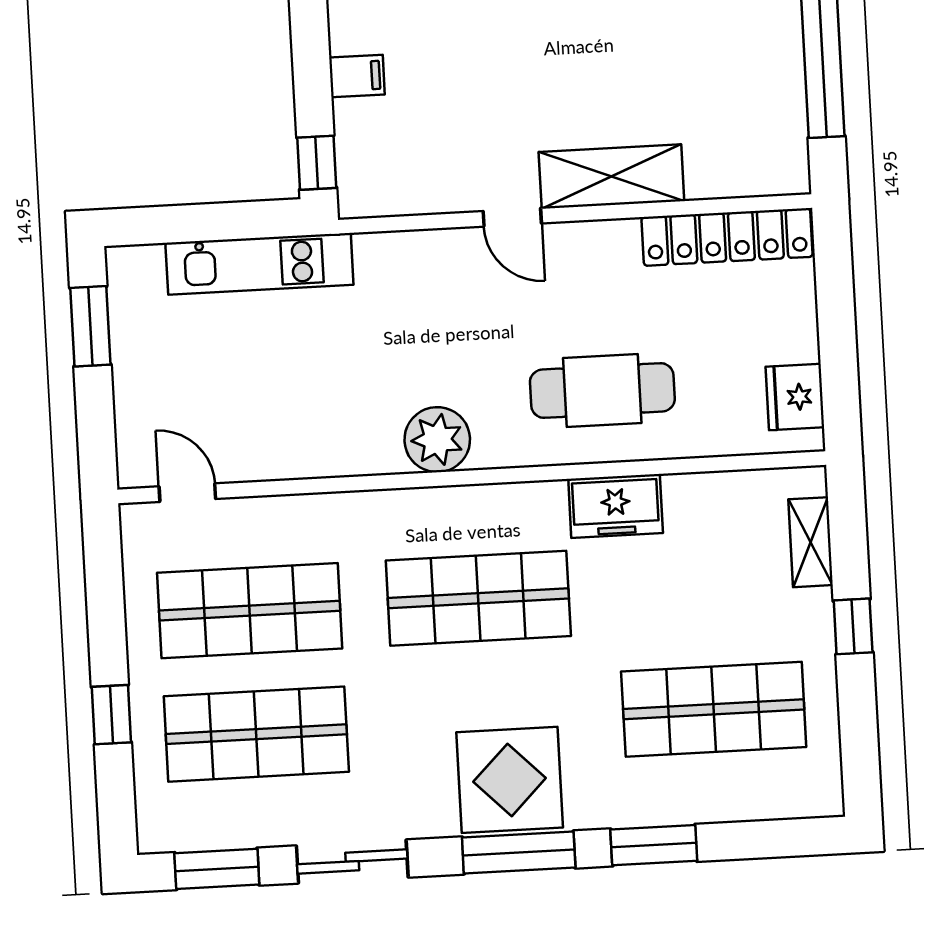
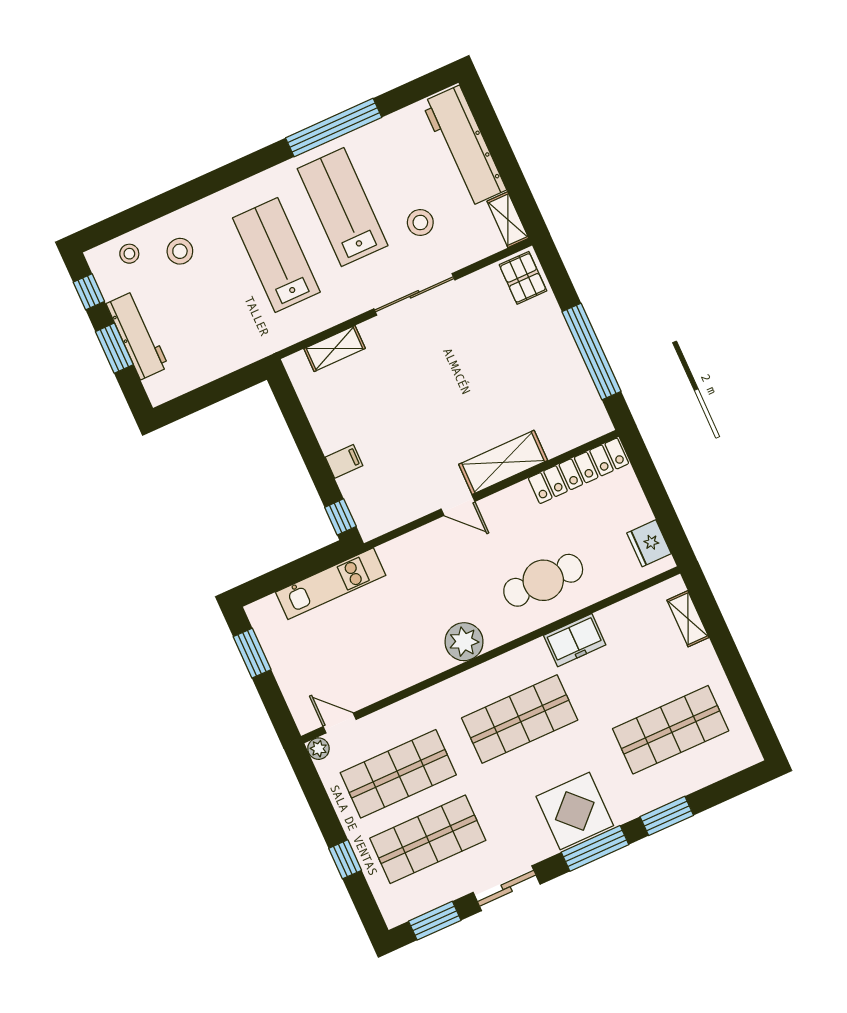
plant: (137, 521) -> (318, 749), added
window: (853, 626) -> (729, 655), removed

